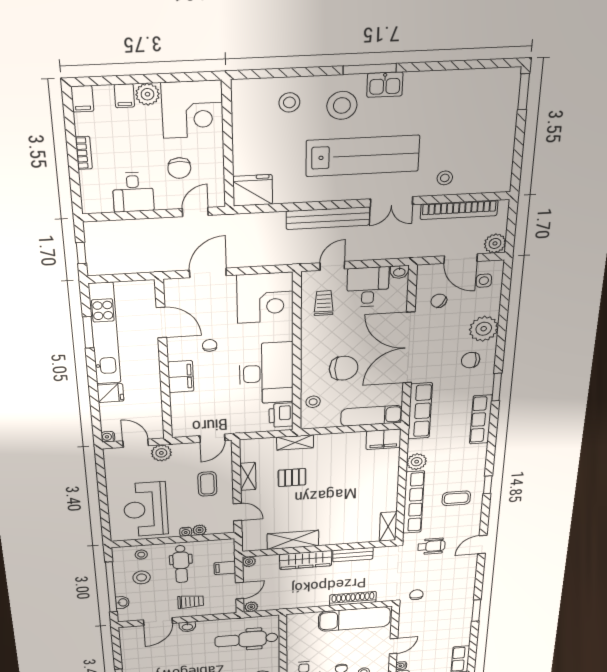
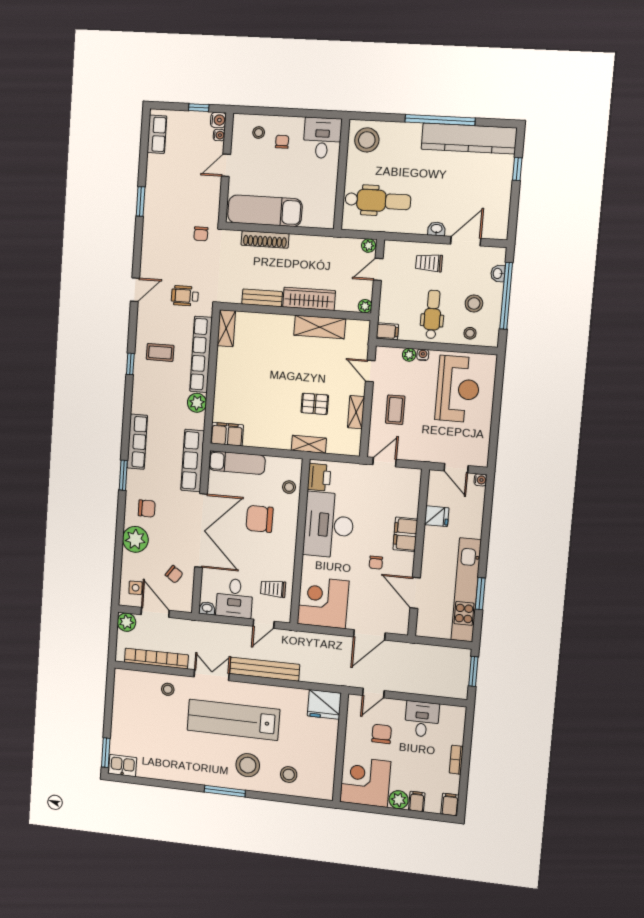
kitchen sink: (385, 85) -> (123, 766), moved
window: (81, 253) -> (473, 671), width x1.50
trolley: (324, 303) -> (273, 589), turned 90
fridge: (110, 393) -> (437, 516), moved, turned 180
plant: (161, 453) -> (434, 453), removed
filing cabinet: (225, 568) -> (387, 331), moved

